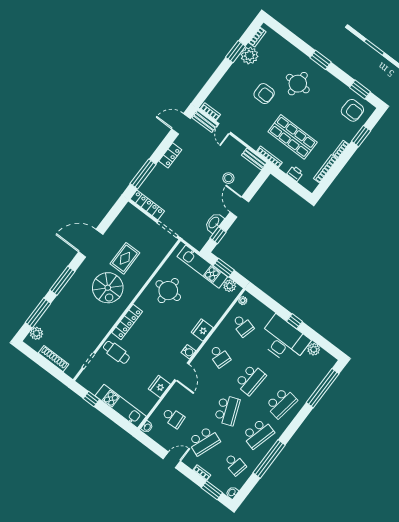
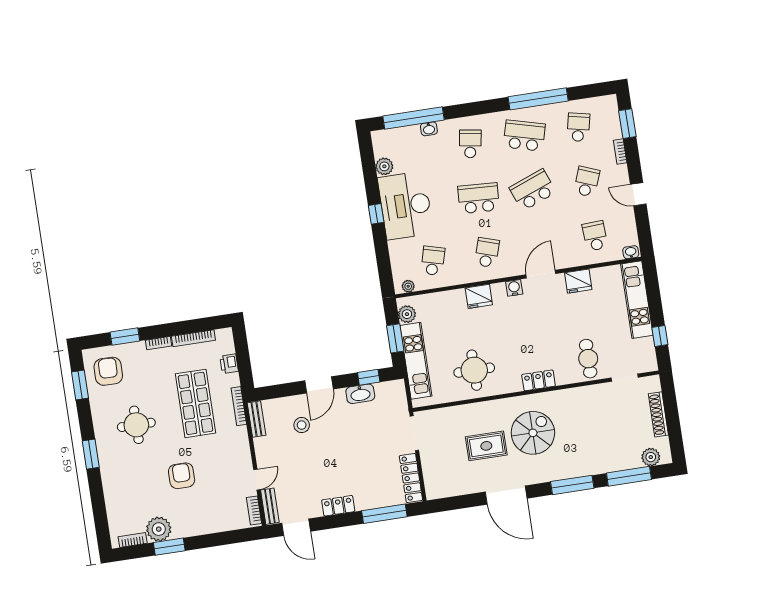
round table: (298, 84) -> (136, 425), moved
locker: (127, 322) -> (539, 380), width x0.66
school desk: (281, 403) -> (470, 144), width x0.54
school desk: (204, 441) -> (587, 182), width x0.54
washbasin: (232, 493) -> (429, 129), moved

